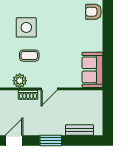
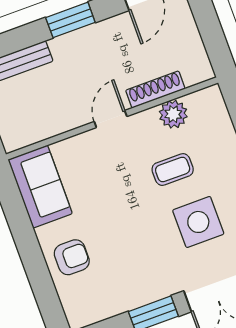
armchair: (93, 12) -> (72, 257), moved
shoe rack: (28, 95) -> (155, 90), width x1.43

